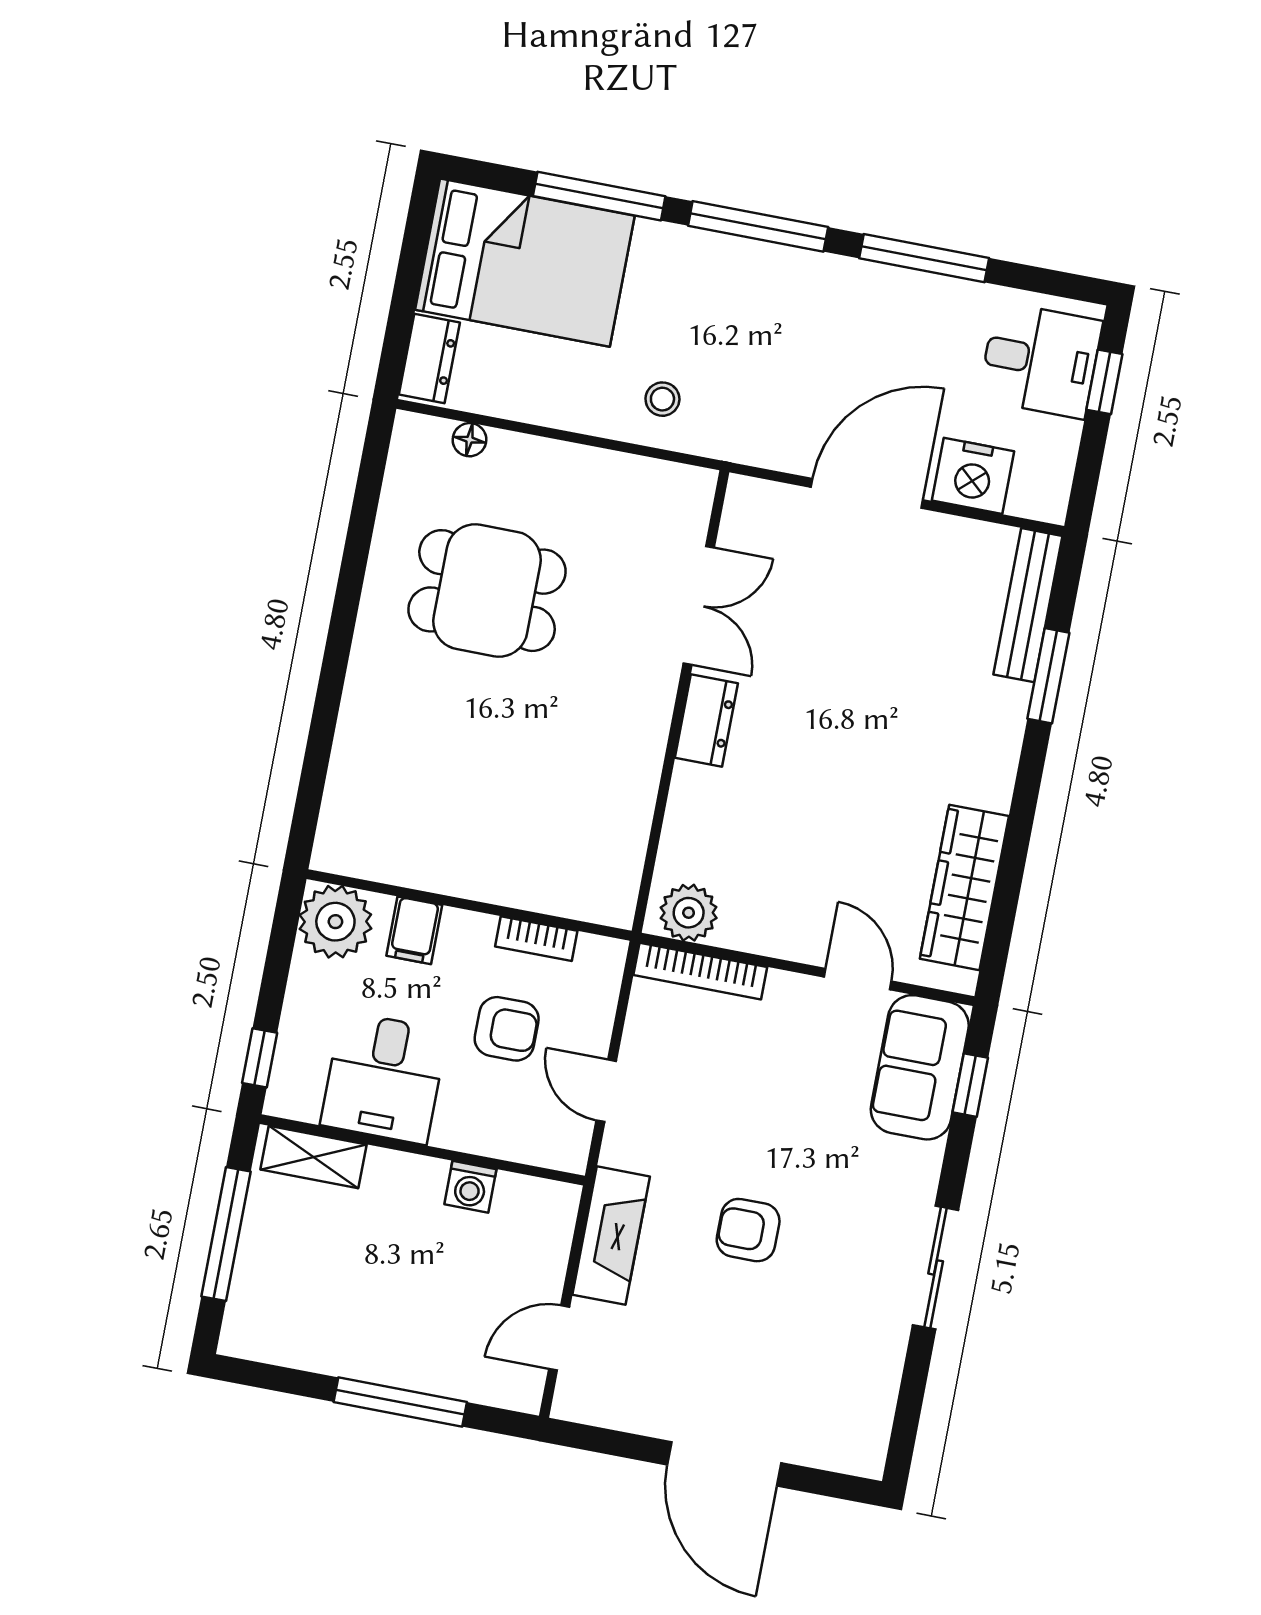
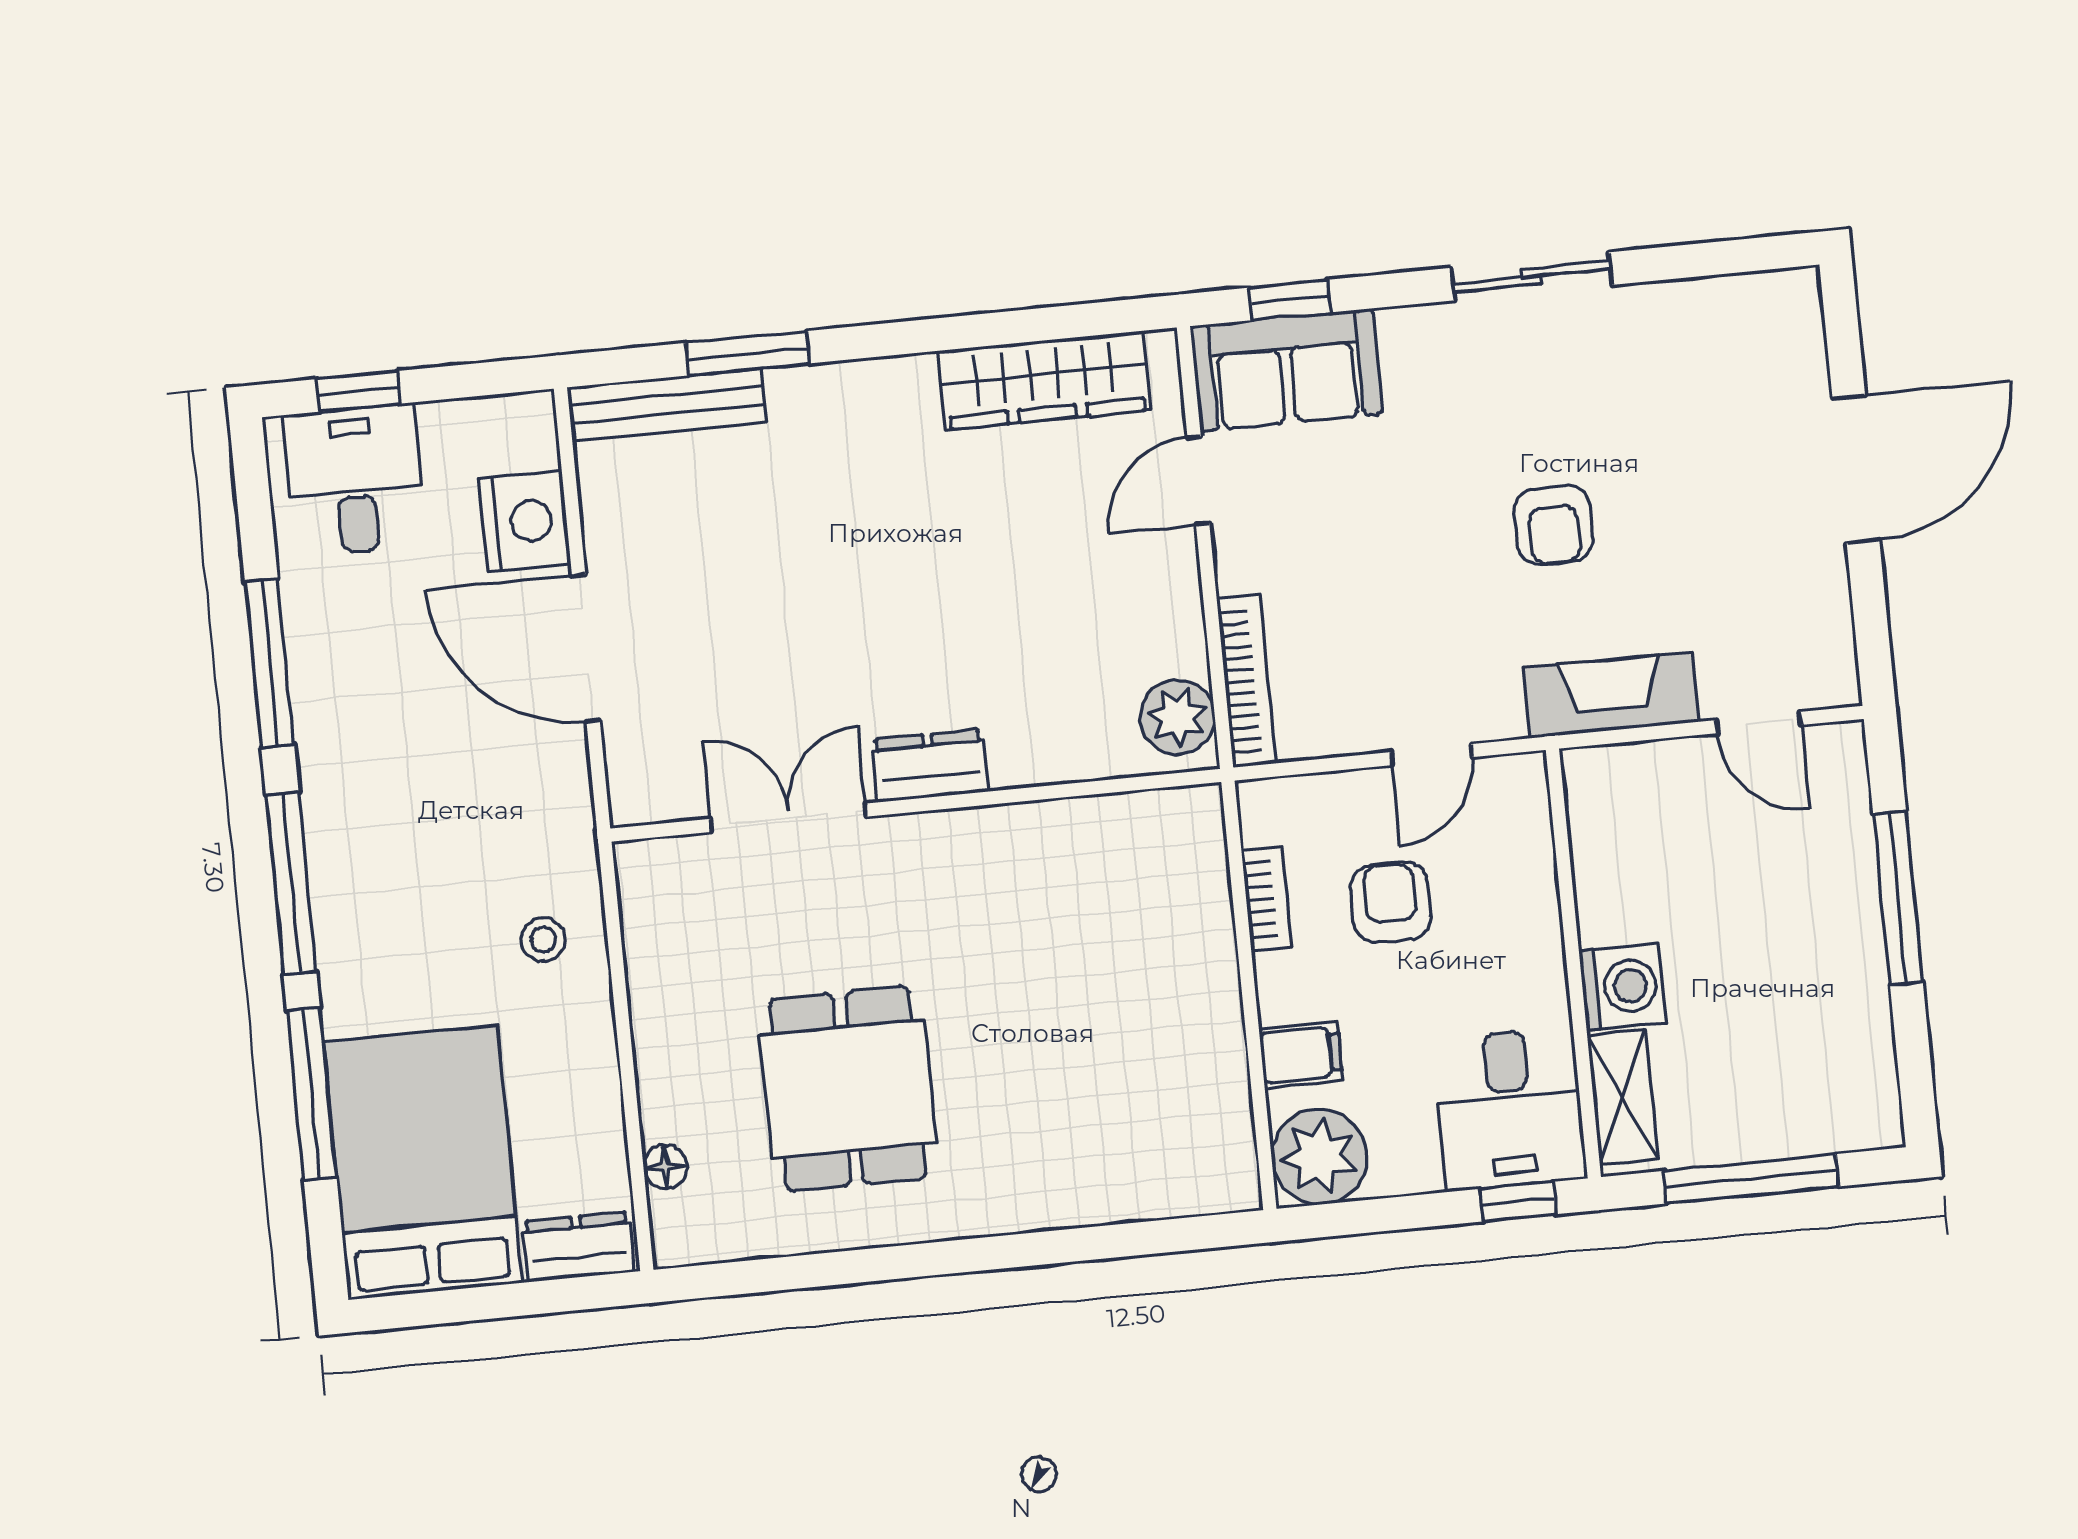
desk: (384, 1078) -> (1510, 1109), moved, turned 90
washing machine: (470, 1187) -> (1623, 987), moved, width x1.38, depth x1.38

